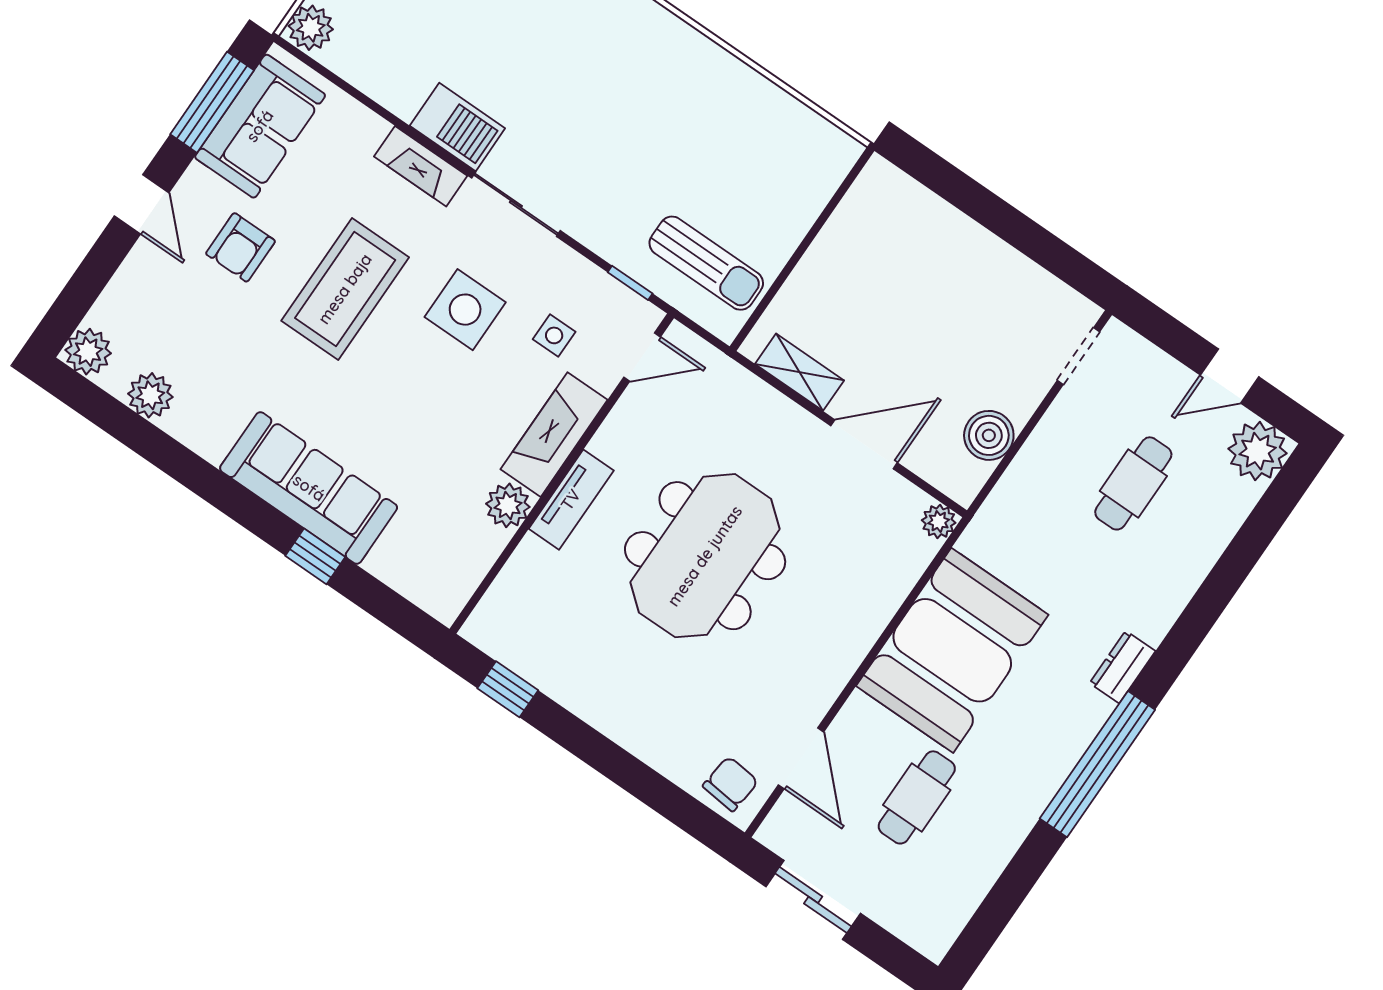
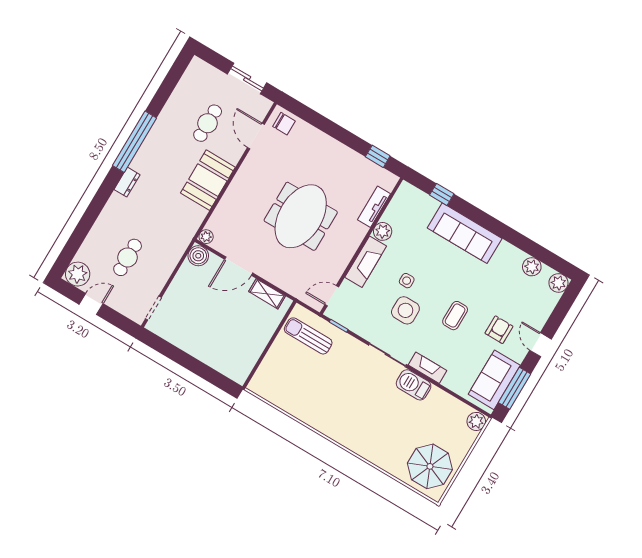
coffee table: (345, 289) -> (455, 316), width x0.54, depth x0.58
side table: (554, 335) -> (407, 281), moved
boiler: (989, 435) -> (198, 256), moved
tv unit: (571, 500) -> (374, 207), moved
window: (315, 556) -> (442, 194), moved
booth: (952, 650) -> (208, 180), width x0.73, depth x0.70
chair: (731, 784) -> (284, 124), turned -96

